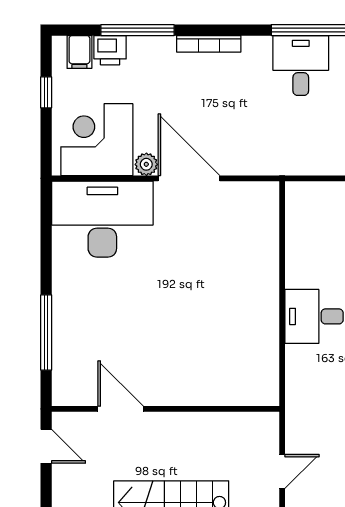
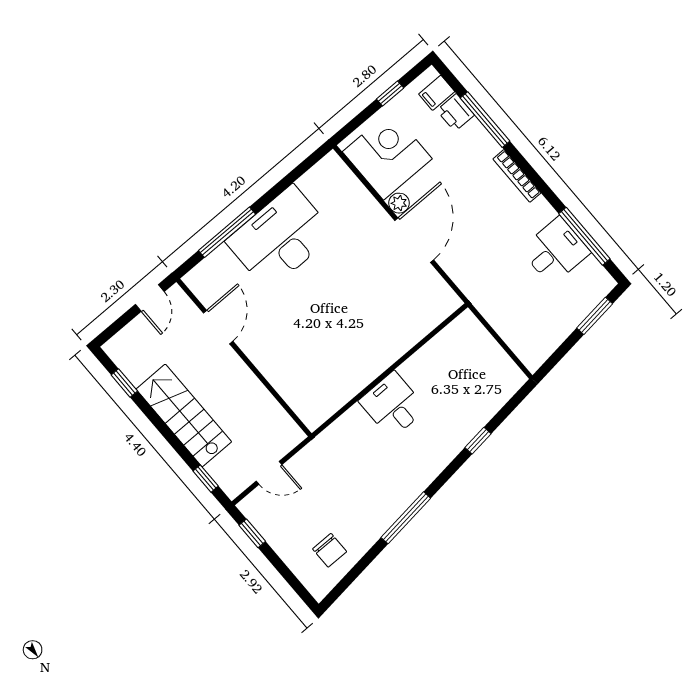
desk: (102, 219) -> (280, 238), moved, turned -90

